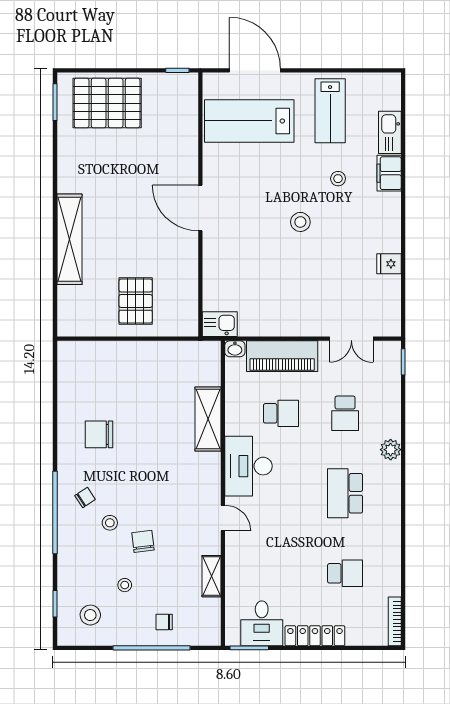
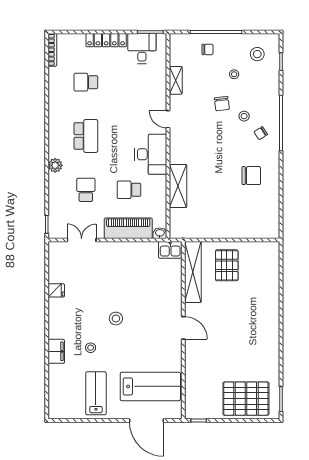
kitchen sink: (390, 132) -> (56, 379), removed
door: (200, 208) -> (183, 328), width x0.73
shelving: (69, 239) -> (193, 272), moved

